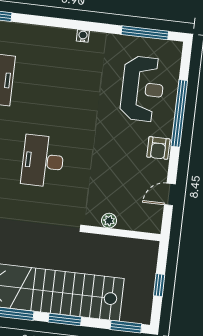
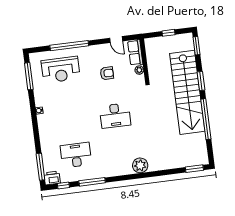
reception desk: (142, 89) -> (61, 70), turned 180
armchair: (158, 148) -> (107, 73), moved
row of seats: (140, 221) -> (135, 53), added

